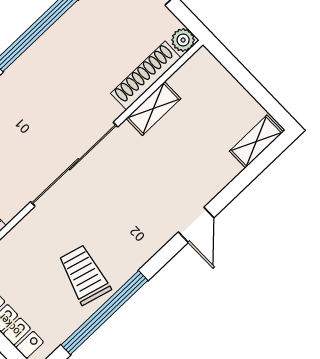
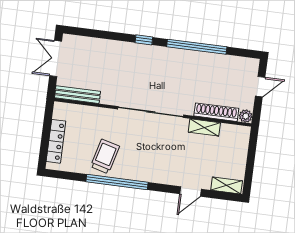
door: (196, 225) -> (191, 191), moved
window: (105, 313) -> (117, 182), moved

